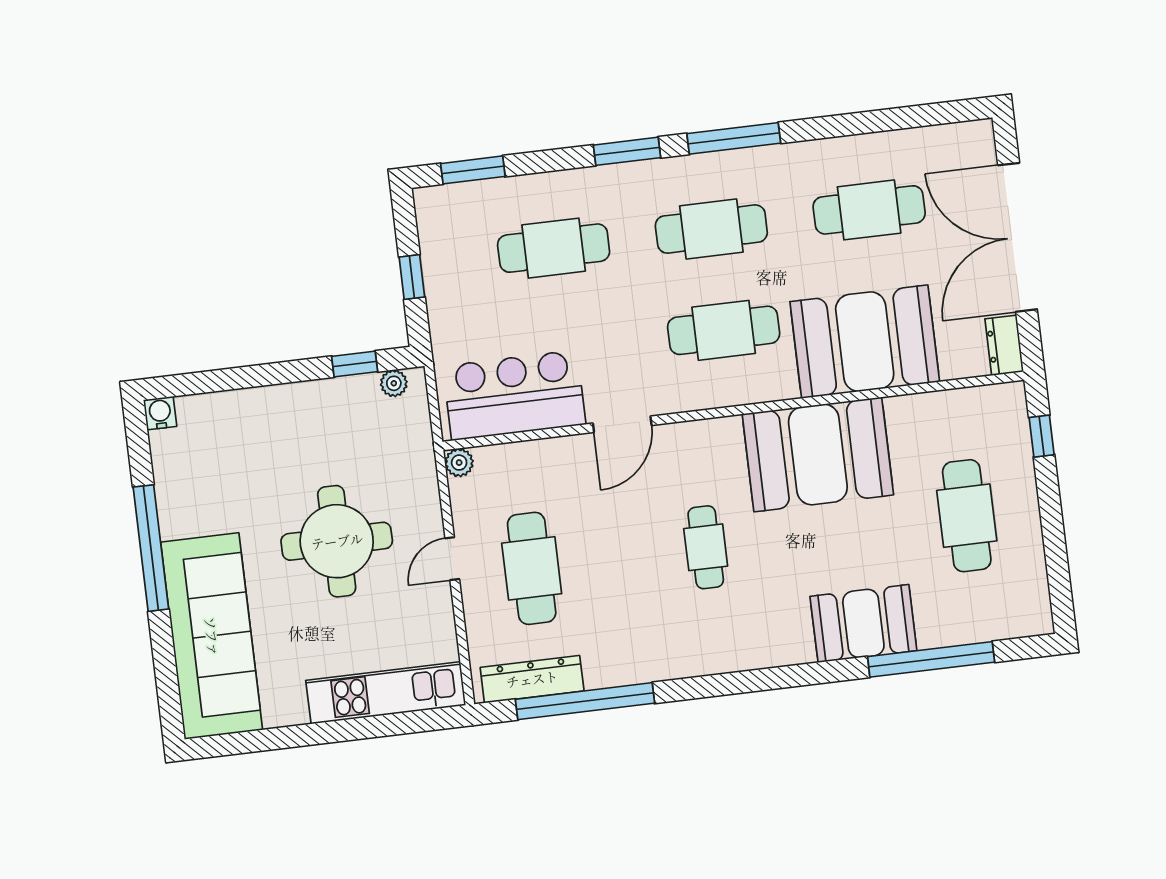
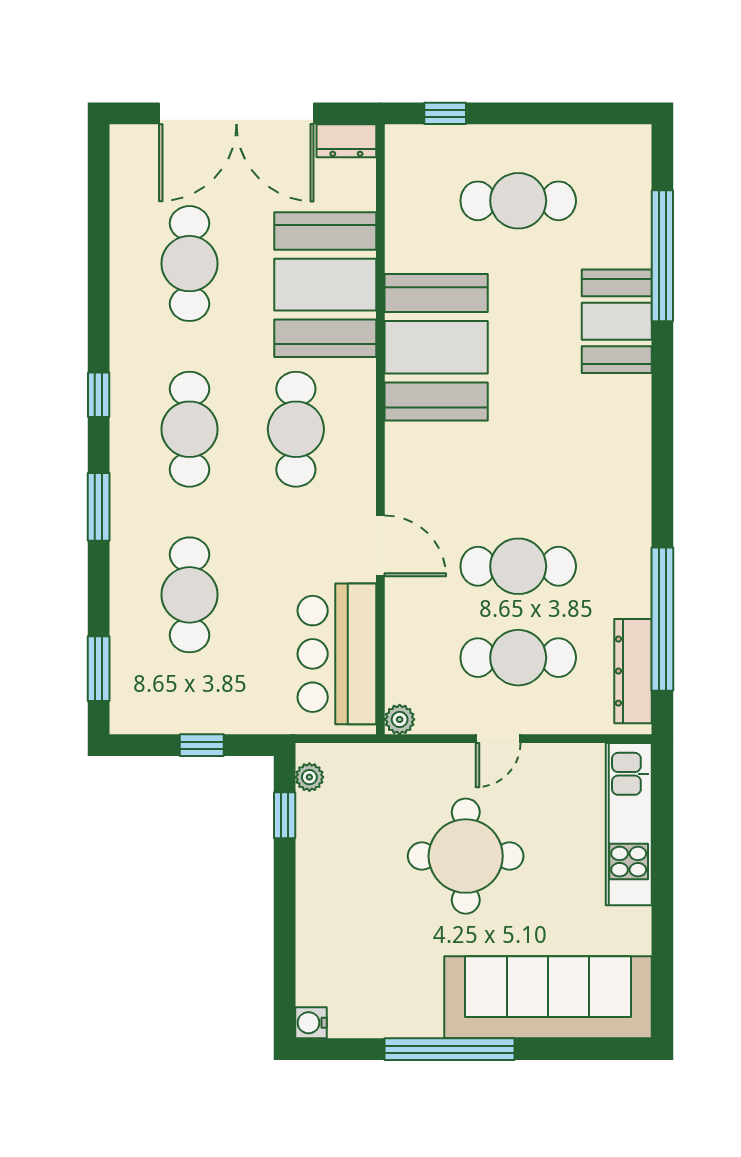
window: (734, 138) -> (99, 395), width x0.46
cafe table: (706, 547) -> (518, 566), moved, width x1.37, depth x1.35
door: (452, 559) -> (498, 739), hinge flipped

